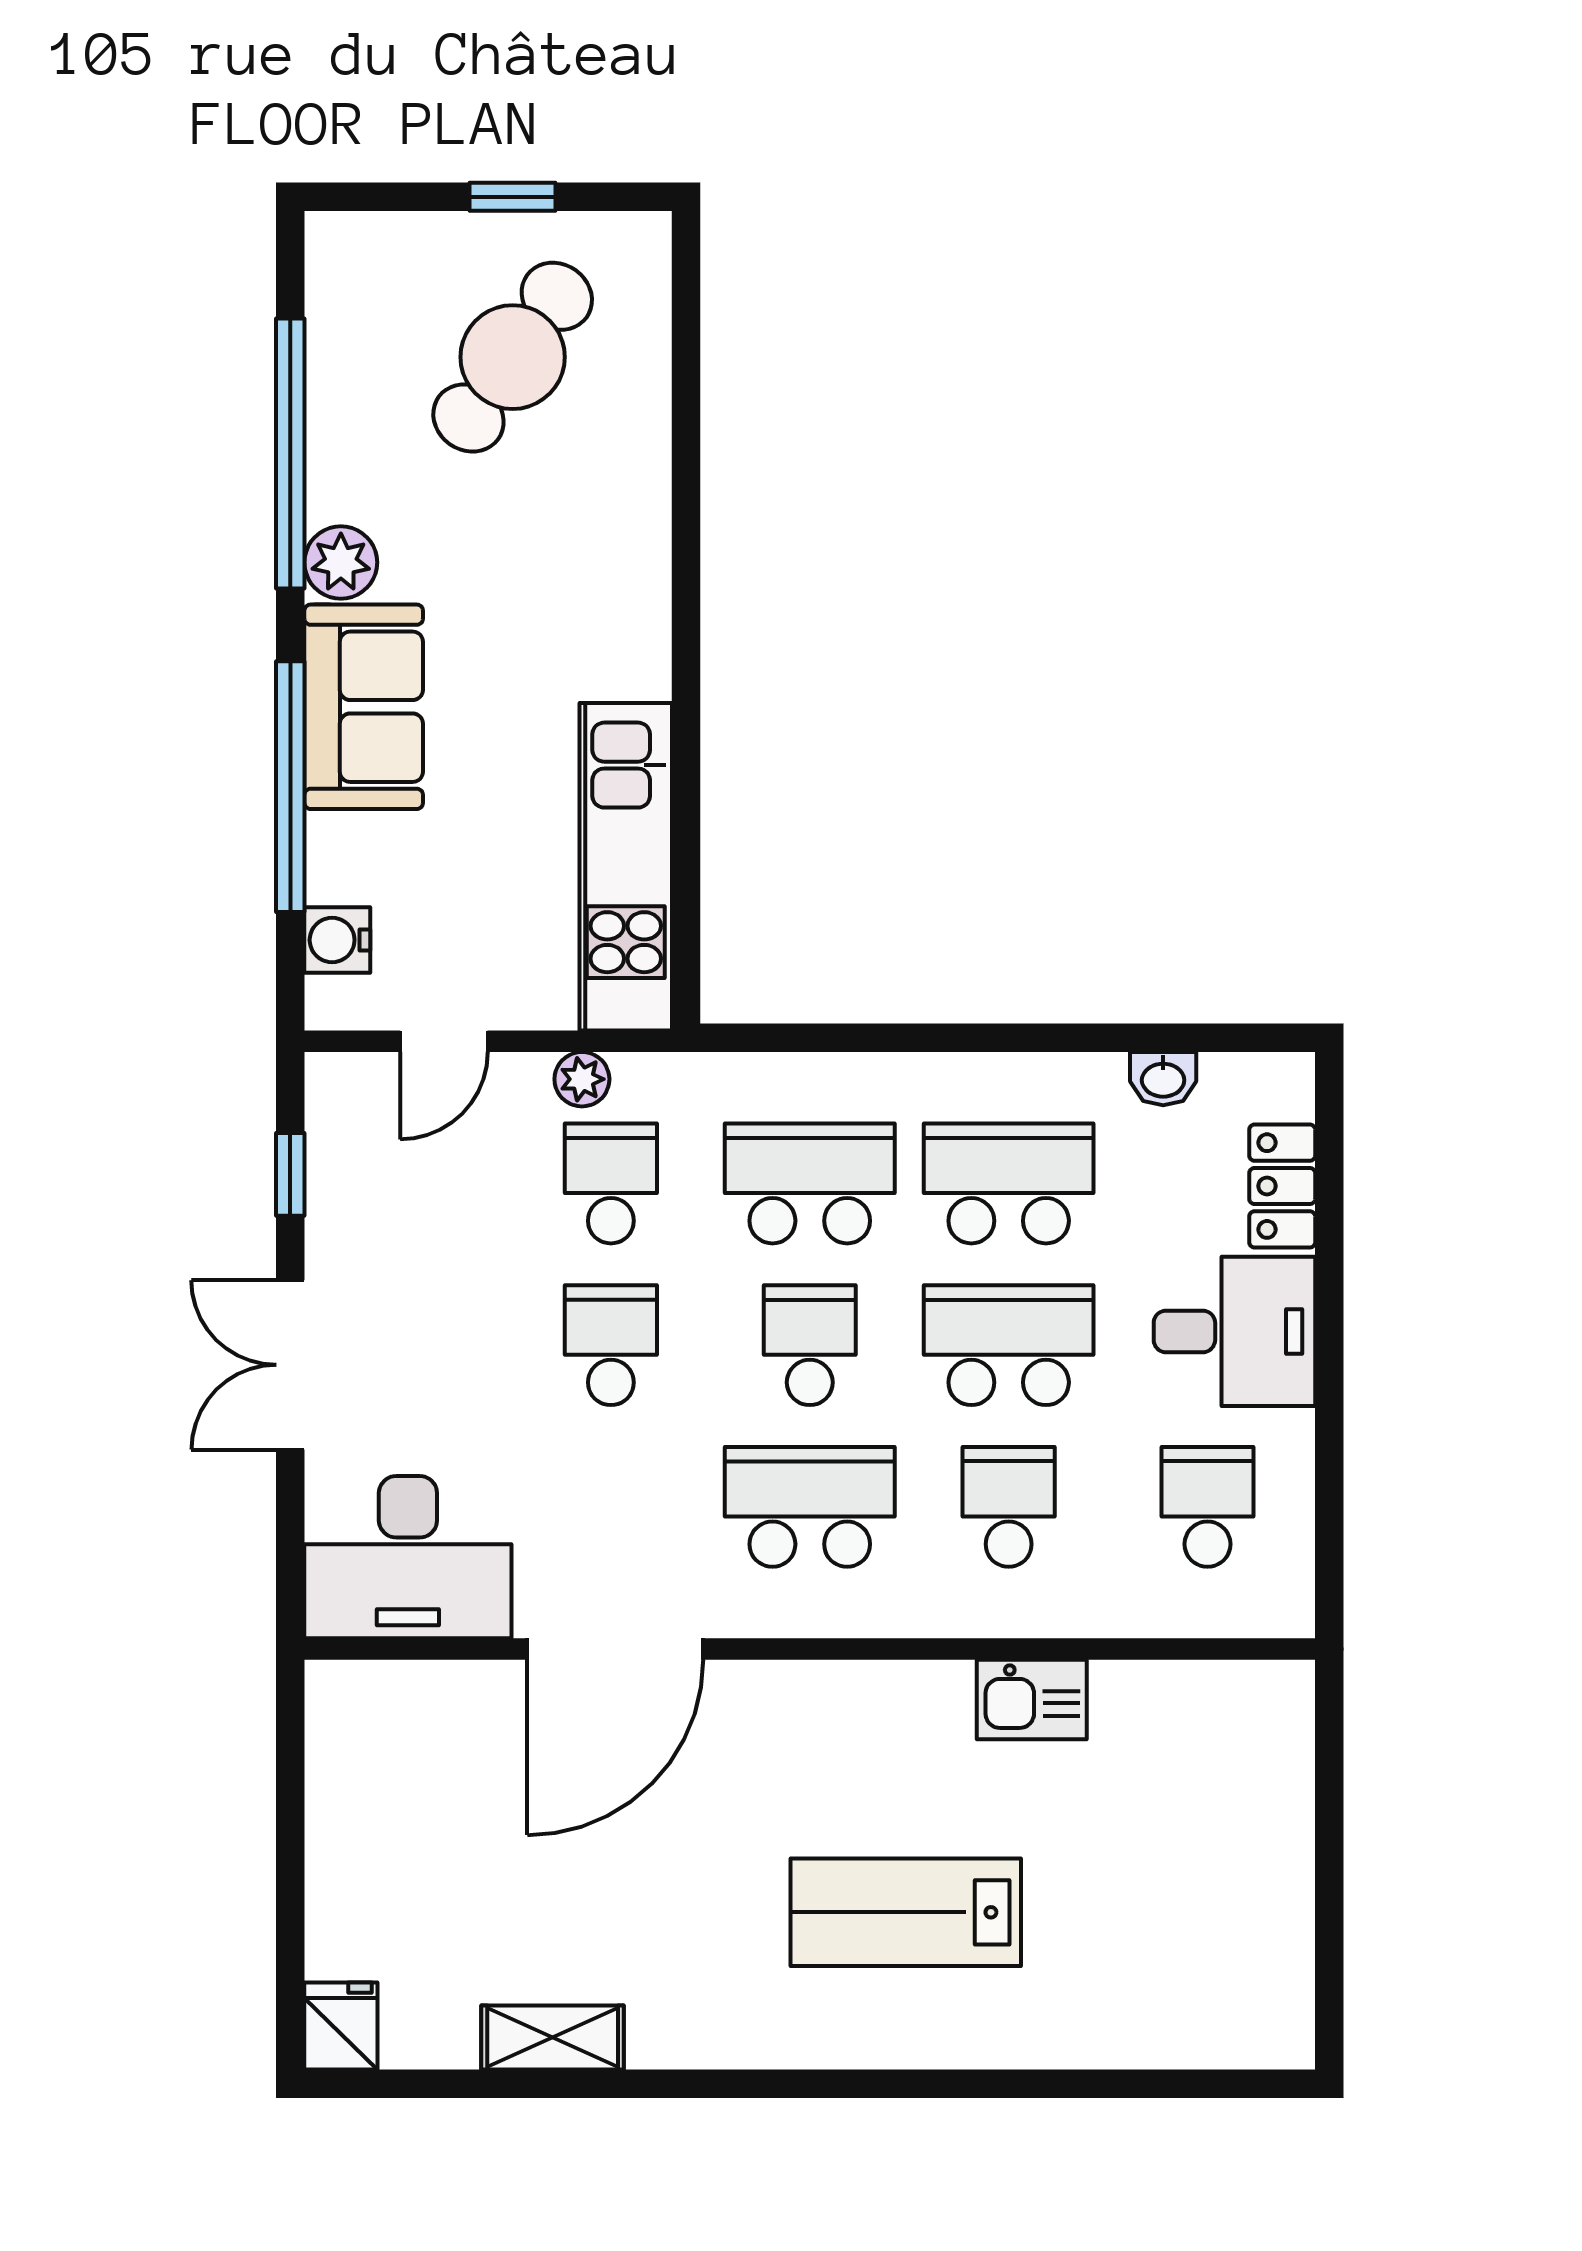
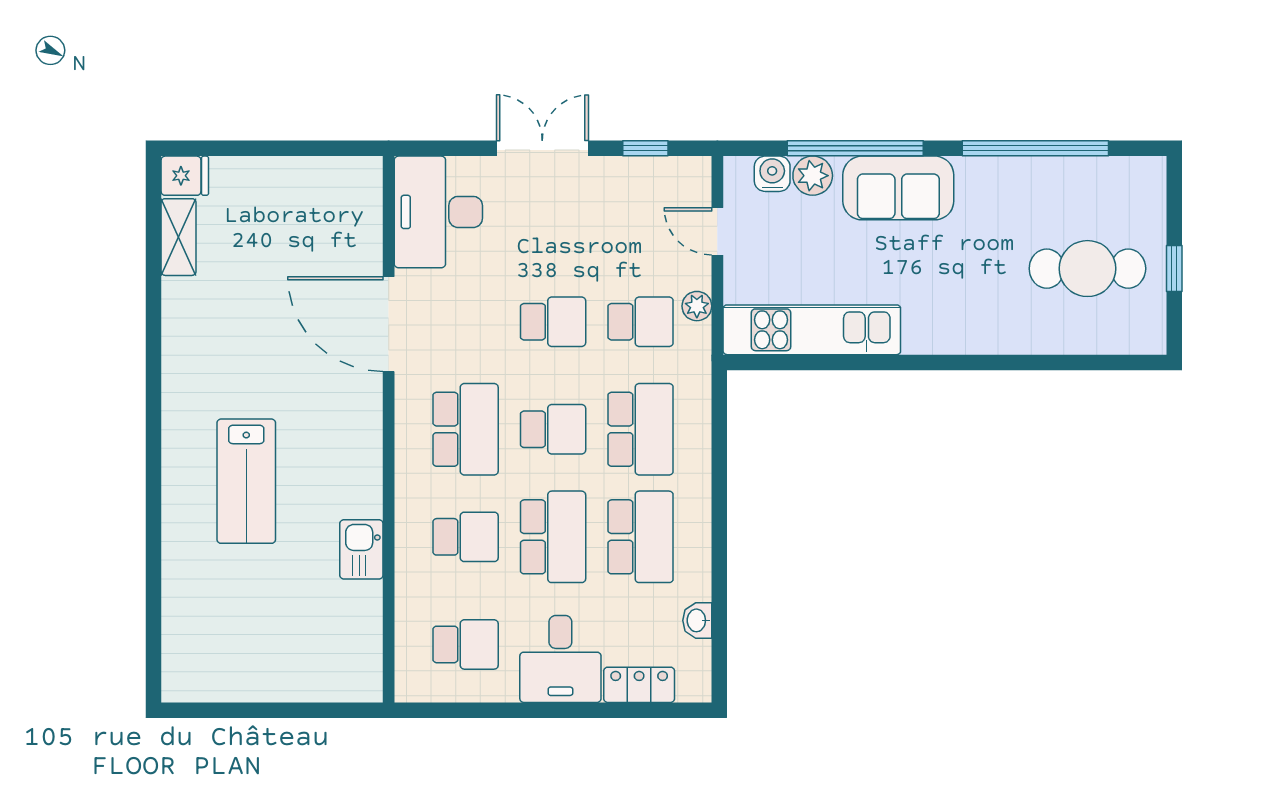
cafe table: (513, 357) -> (1087, 269), turned -36
plant: (341, 562) -> (813, 176), moved
lab bench: (906, 1912) -> (246, 481), turned 180
shelving: (553, 2038) -> (179, 237), moved

